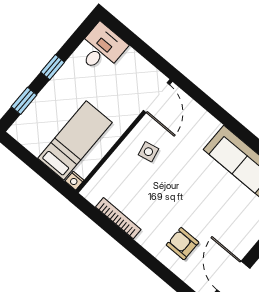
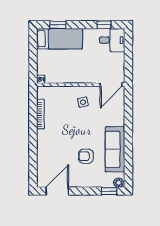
window: (53, 67) -> (104, 25), moved
bed: (75, 140) -> (60, 39), moved
armchair: (183, 244) -> (86, 156), moved, turned -90

